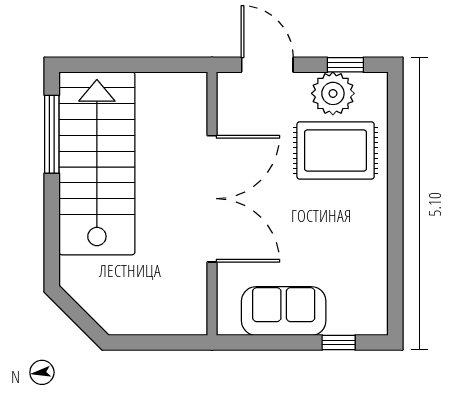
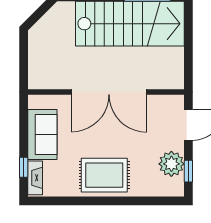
rug: (336, 150) -> (104, 175), moved, turned 90
fireplace: (357, 323) -> (35, 178), added

